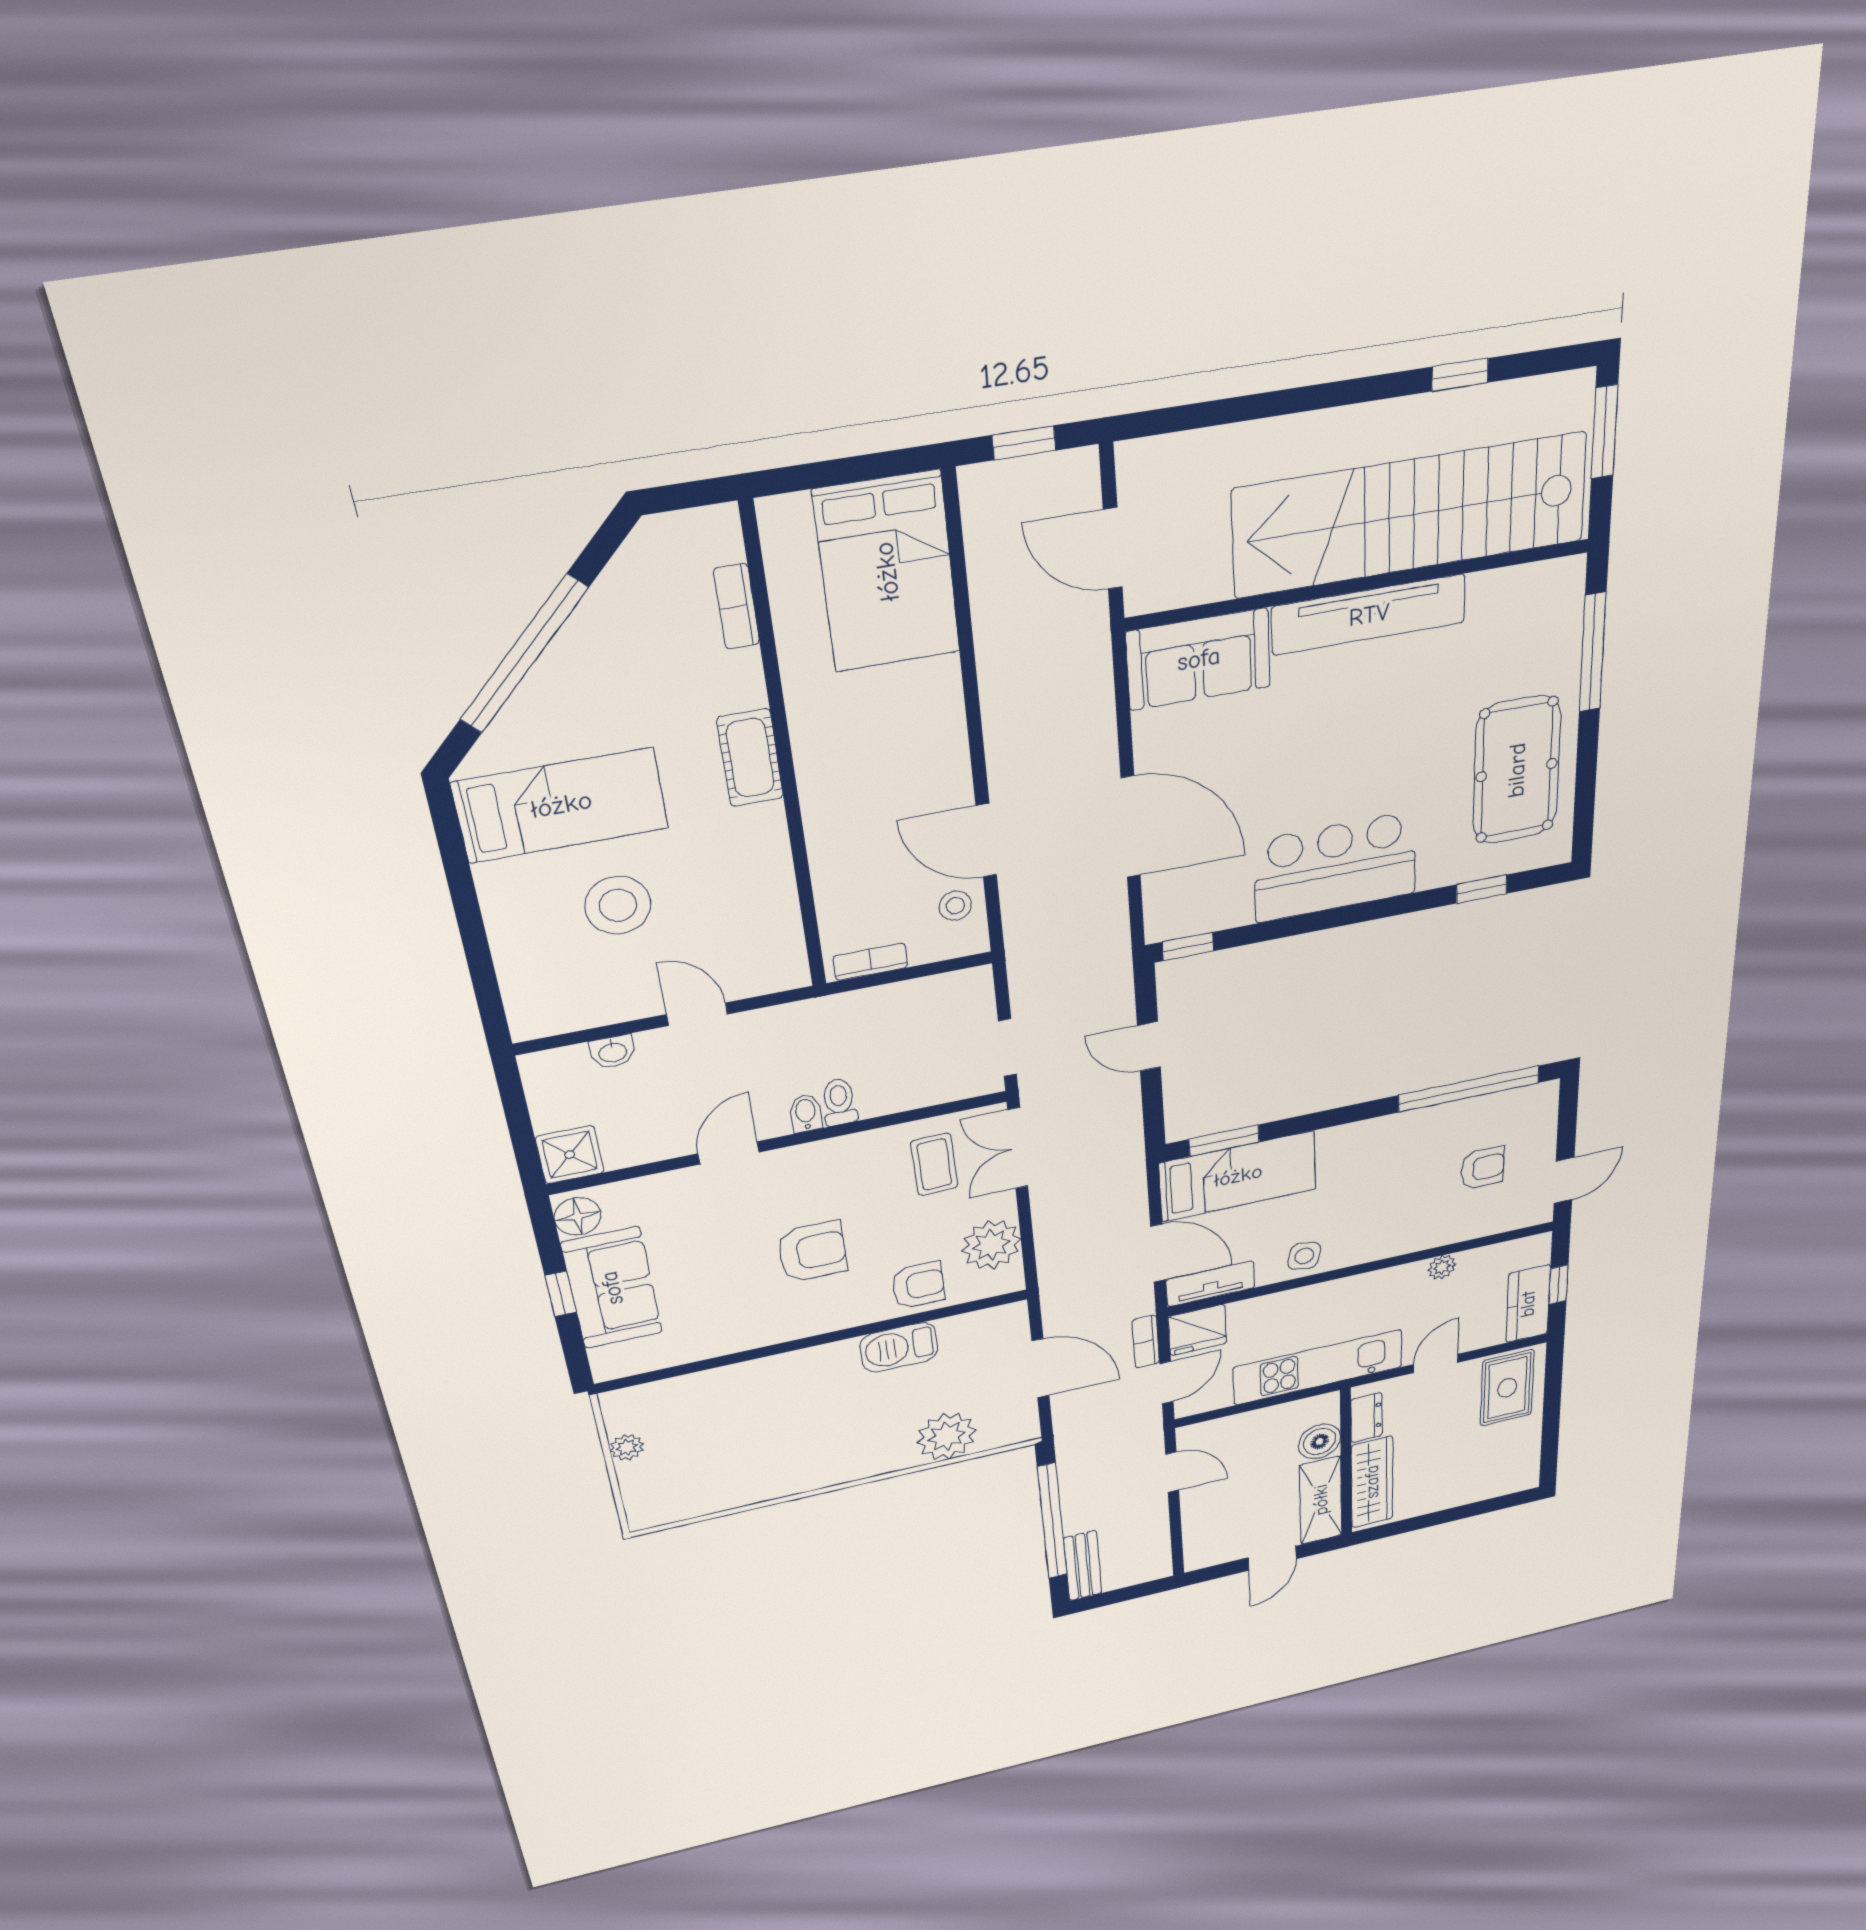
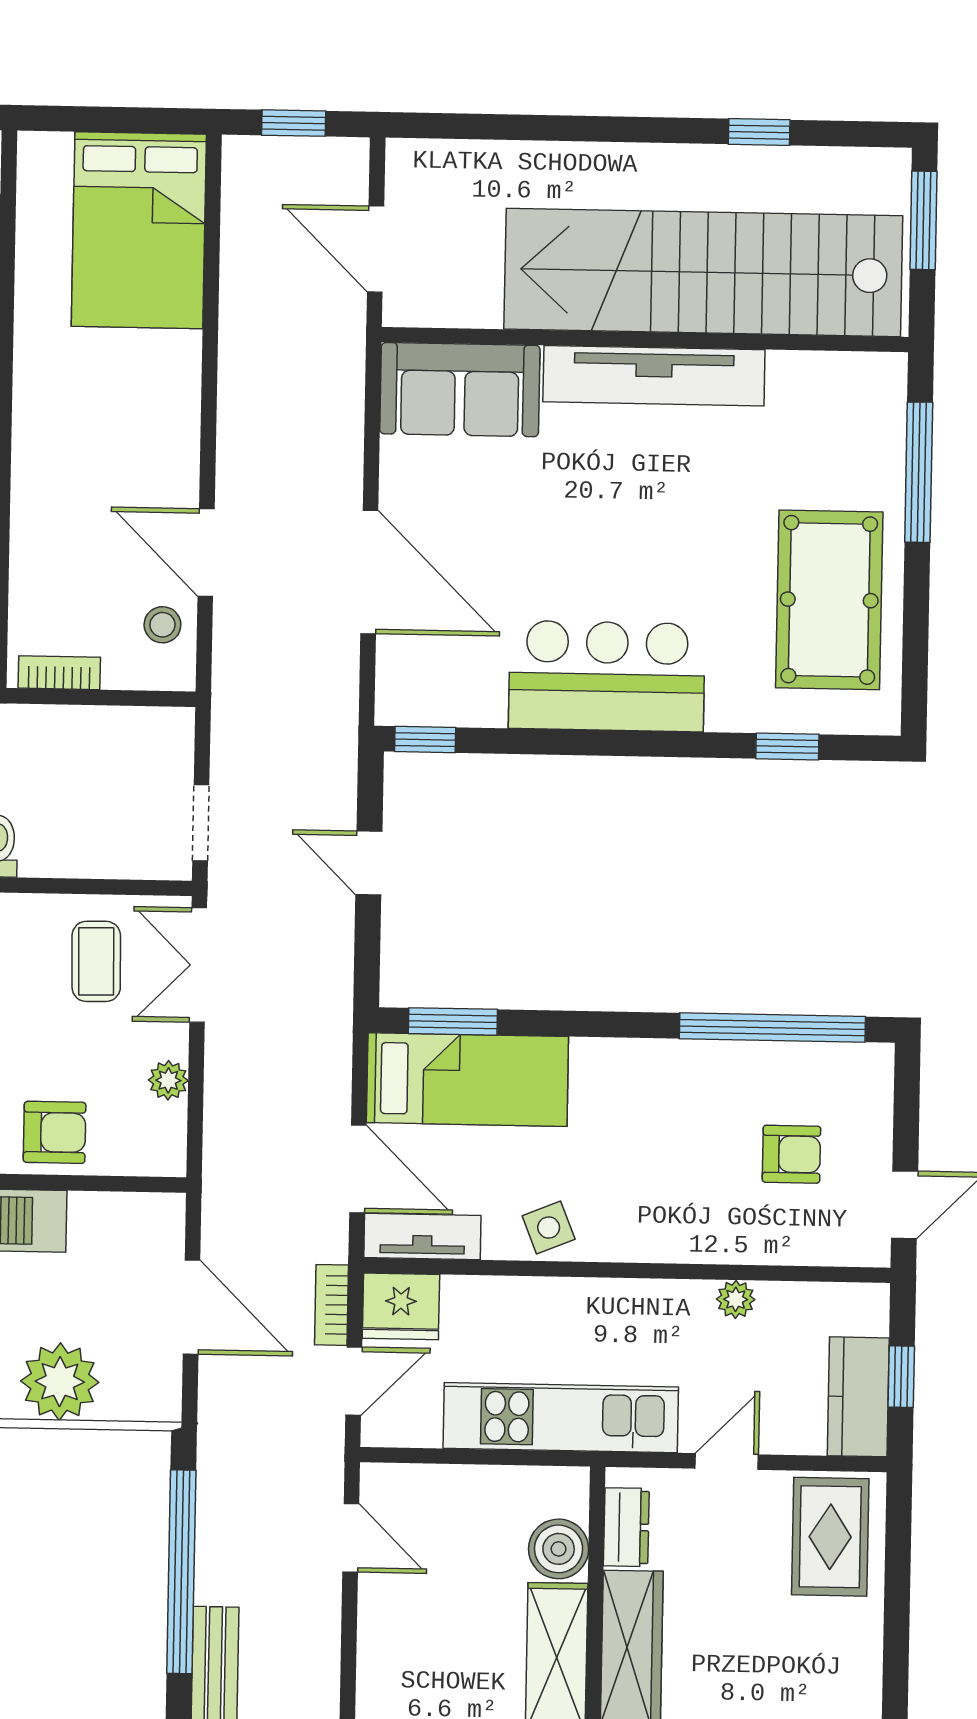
plant: (991, 1245) -> (168, 1080), width x0.53, depth x0.53
side table: (1304, 1256) -> (549, 1228), turned -33

